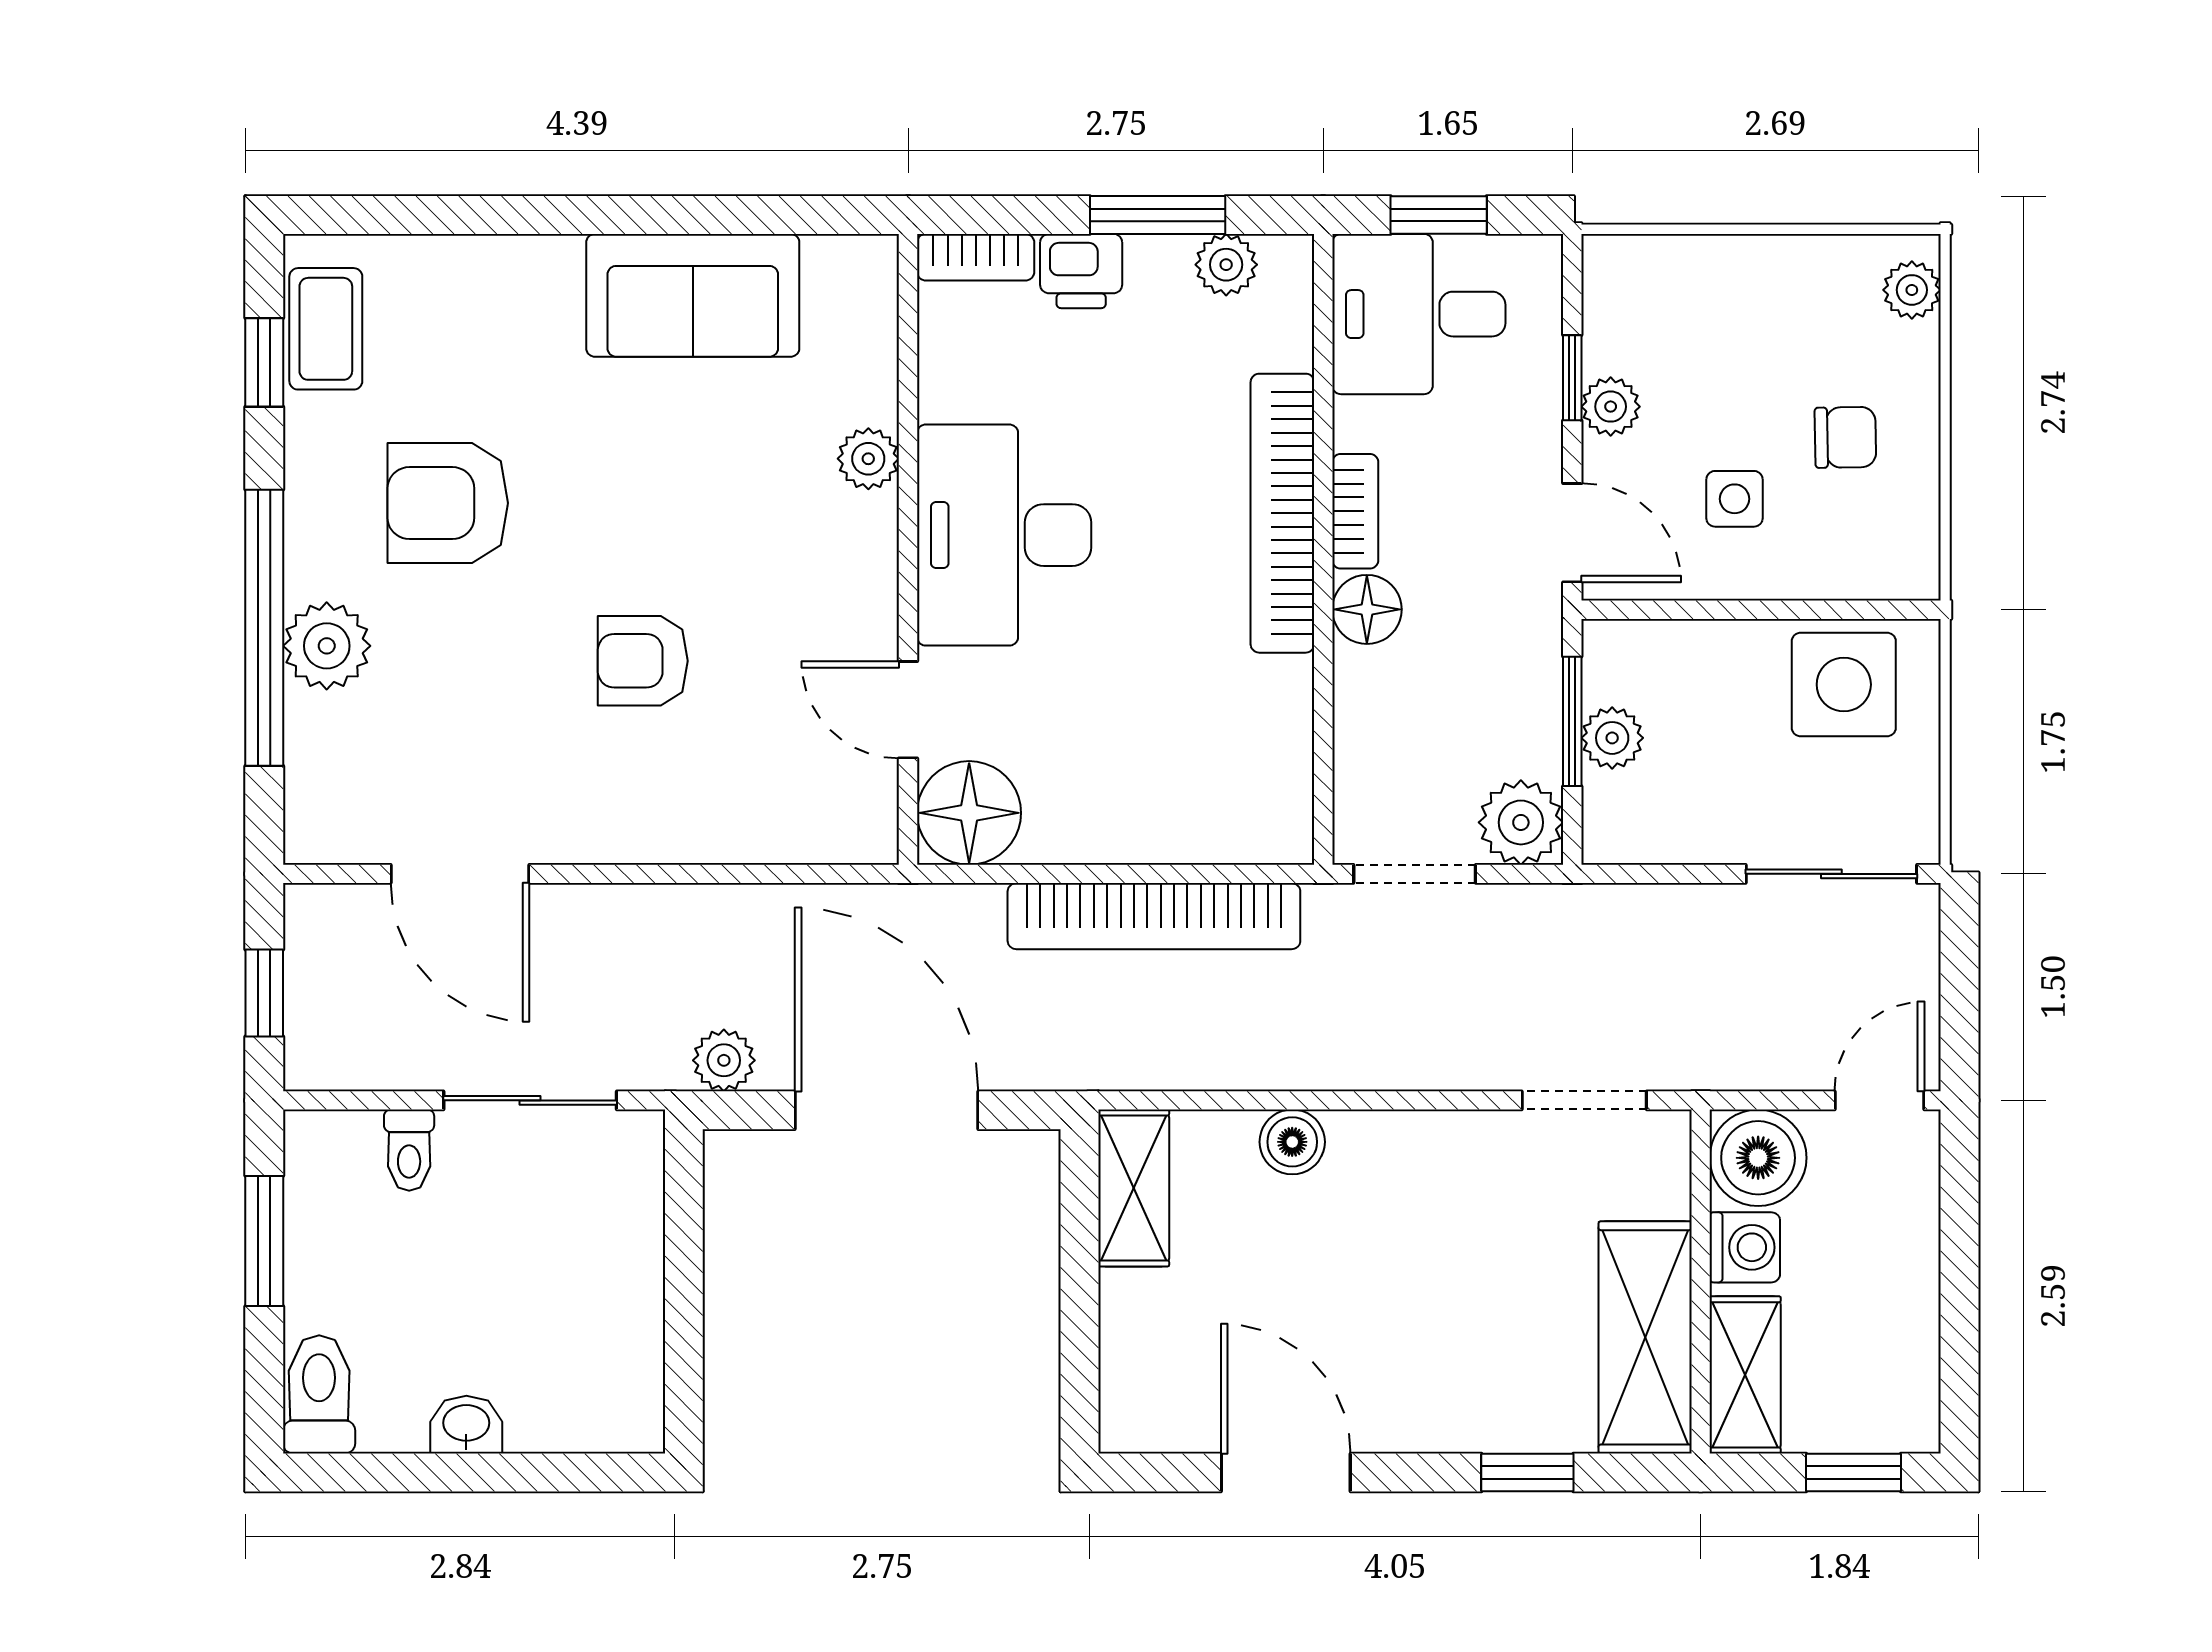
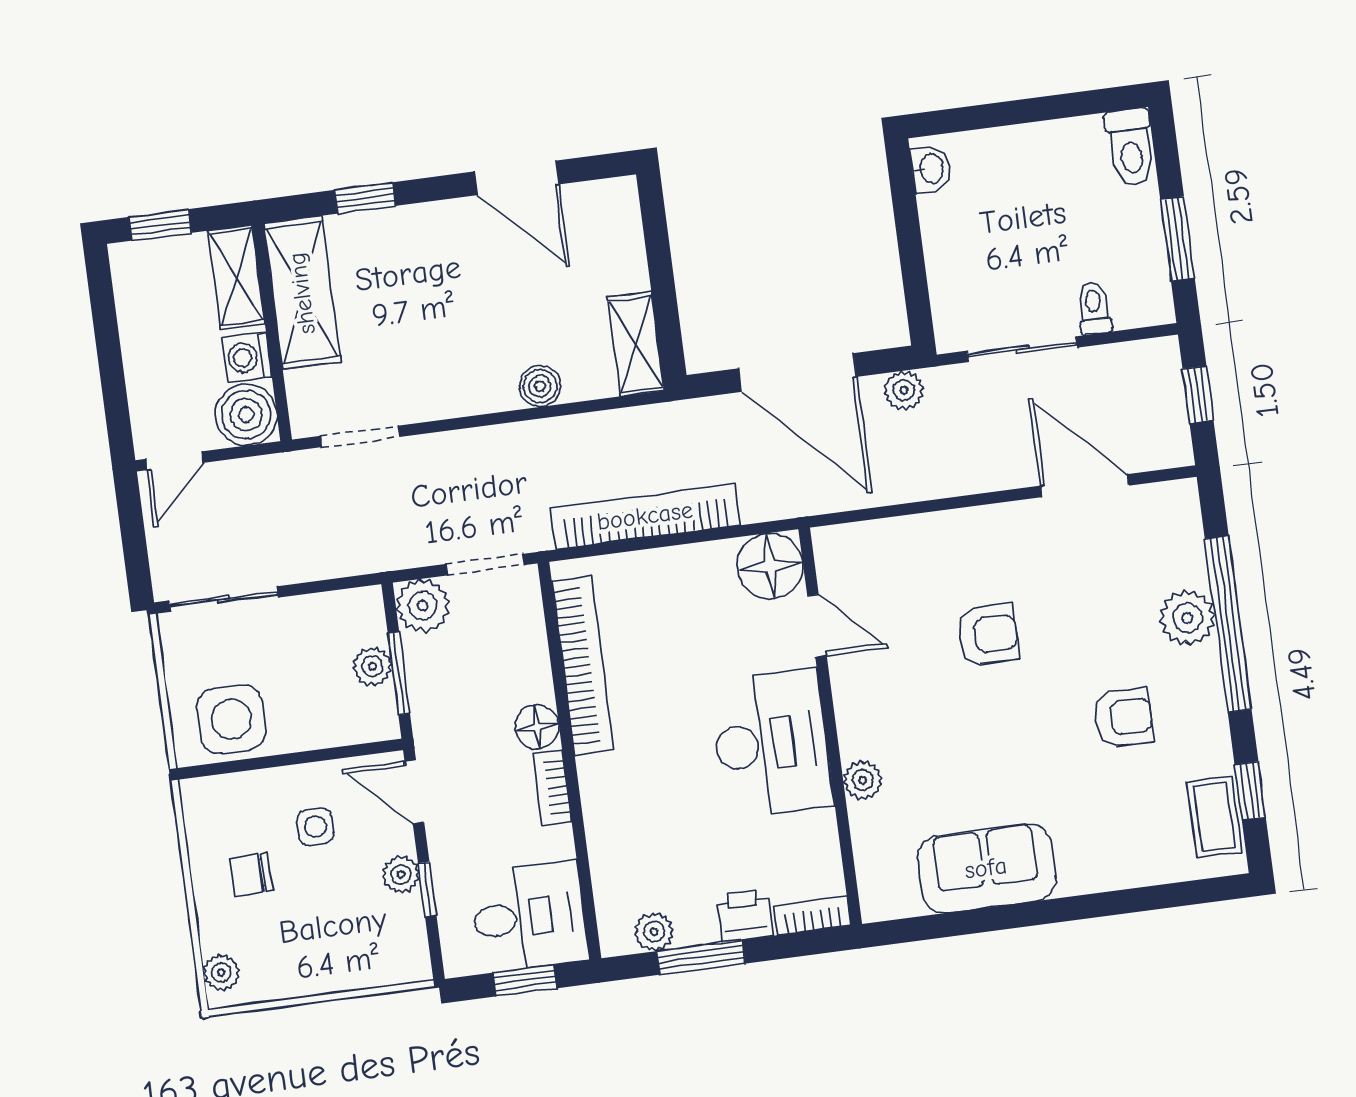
armchair: (448, 503) -> (1123, 718), width x0.72, depth x0.72
bookcase: (1282, 513) -> (583, 666), moved
washbasin: (466, 1425) -> (931, 169), moved, turned -90

